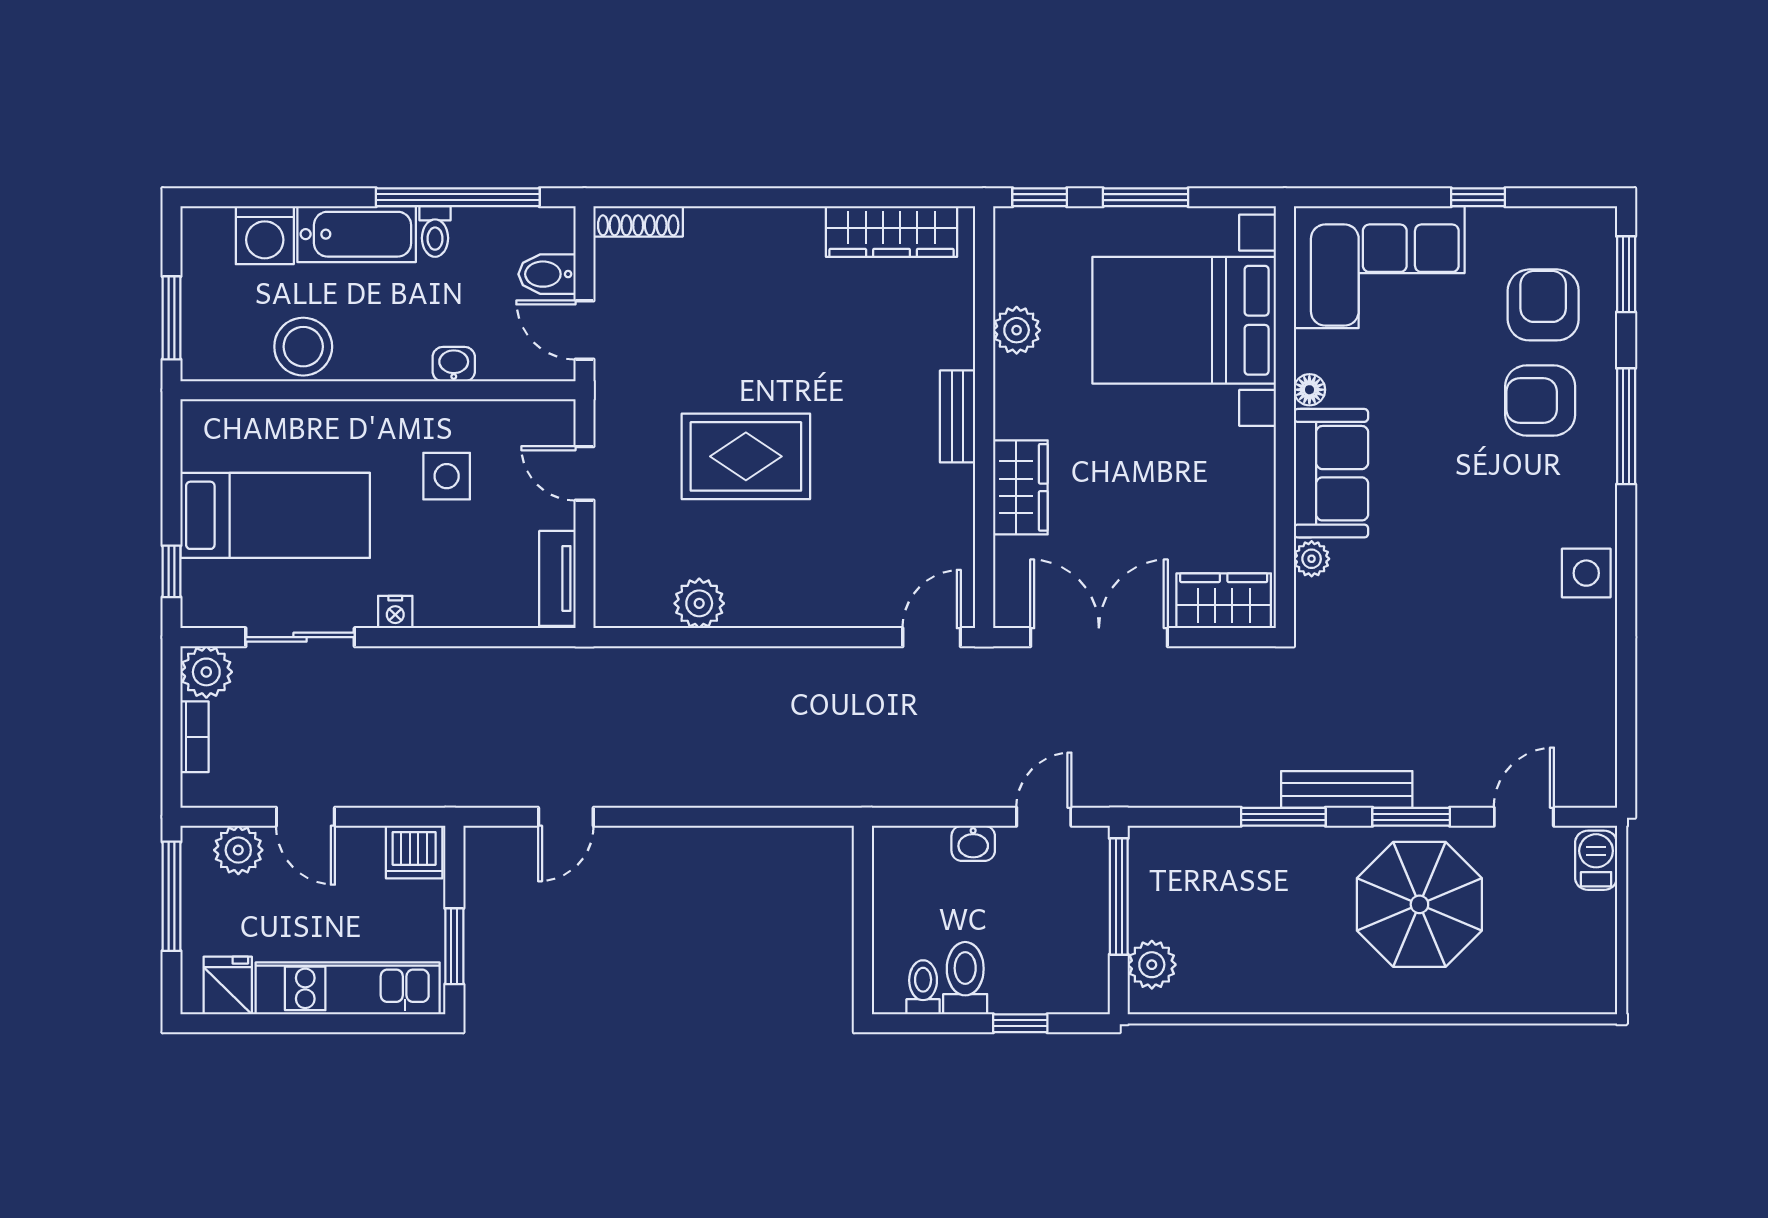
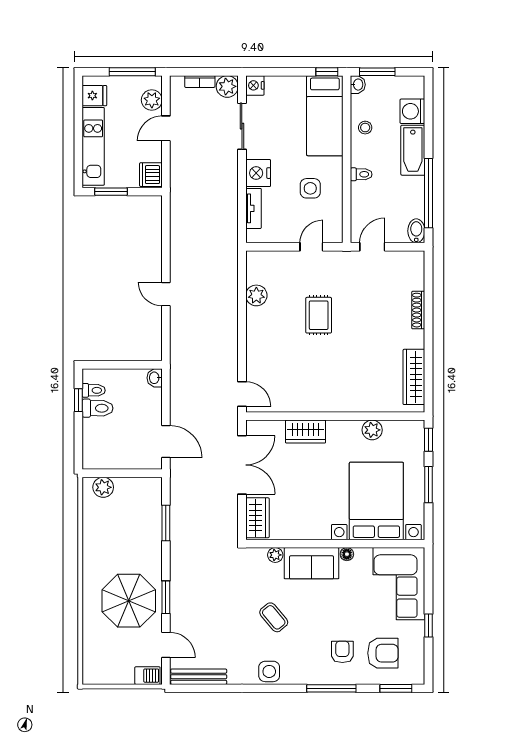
shoe rack: (638, 221) -> (418, 310), moved
toilet: (435, 232) -> (361, 174), moved, turned 180
bidet: (547, 274) -> (416, 231), moved
stool: (303, 347) -> (365, 128), width x0.53, depth x0.53
washbasin: (454, 364) -> (358, 85), moved
armchair: (1540, 400) -> (342, 652), width x0.72, depth x0.72
bench: (958, 416) -> (336, 405), removed
rug: (746, 456) -> (319, 315), width x0.73, depth x0.70
bed: (275, 515) -> (325, 116), moved
coffee table: (1459, 562) -> (274, 617), added
window: (171, 571) -> (327, 72), moved
tv unit: (557, 578) -> (253, 208), moved, turned 90
nightstand: (204, 607) -> (255, 85), added
nightstand: (395, 612) -> (258, 173), width x1.89, depth x1.79
bench: (1347, 789) -> (199, 677), moved, turned 90
door: (566, 817) -> (166, 294), moved
door: (1044, 817) -> (166, 442), width x1.38
window: (1283, 817) -> (166, 523), moved
washbasin: (973, 843) -> (155, 378), moved
window: (1119, 896) -> (132, 473), removed
window: (1020, 1023) -> (78, 400), moved

